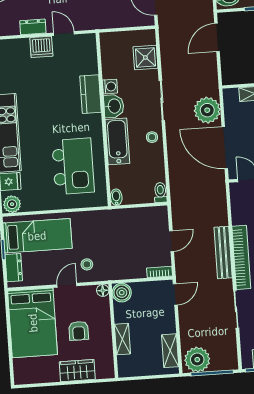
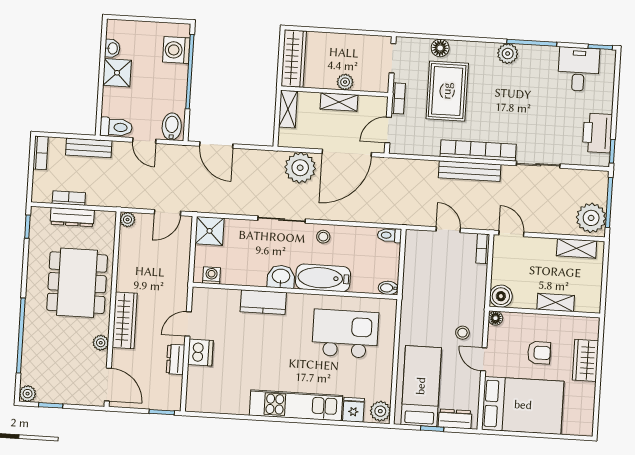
shower: (145, 57) -> (210, 231), moved
washing machine: (110, 87) -> (211, 275), moved

